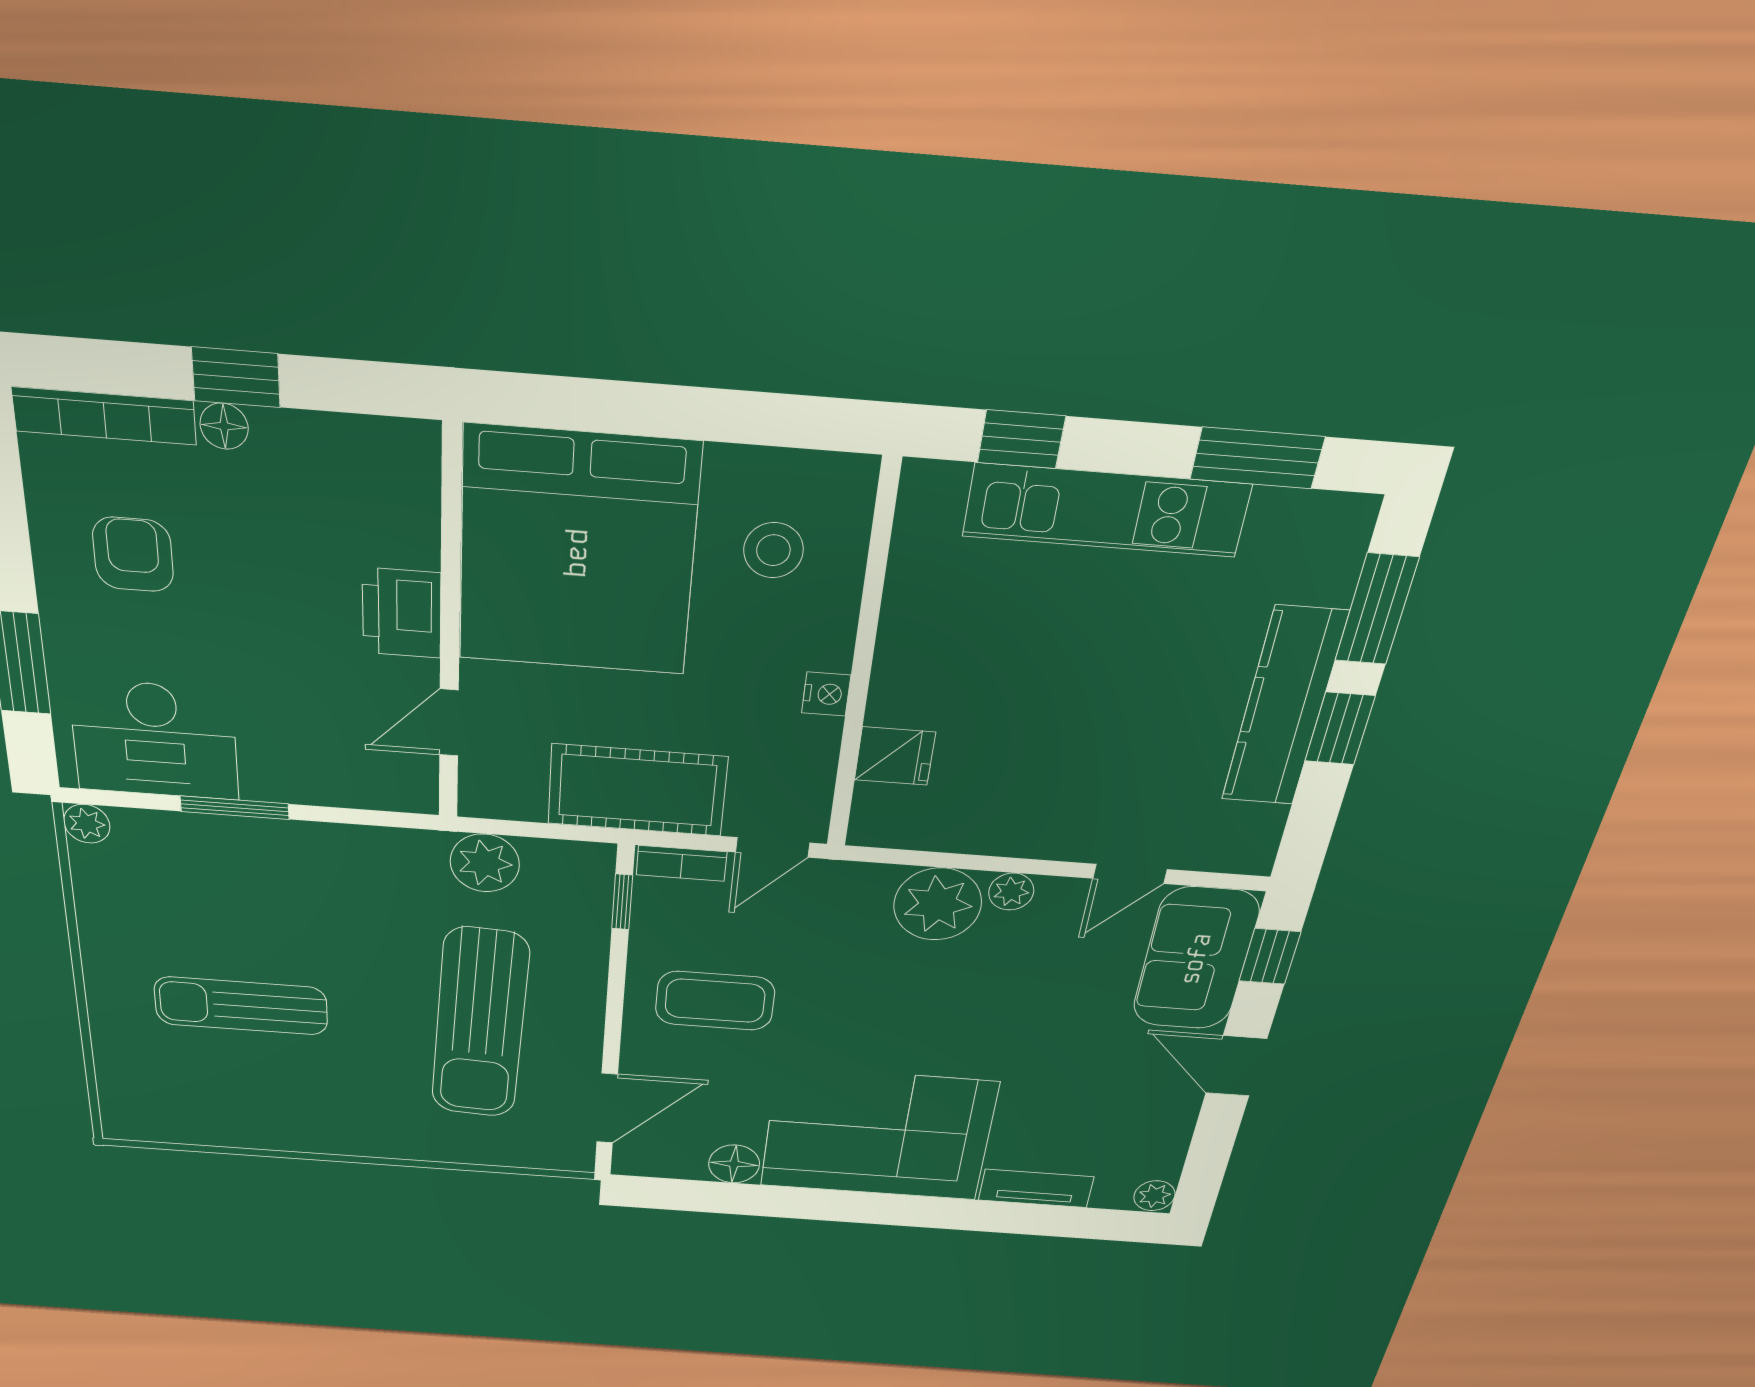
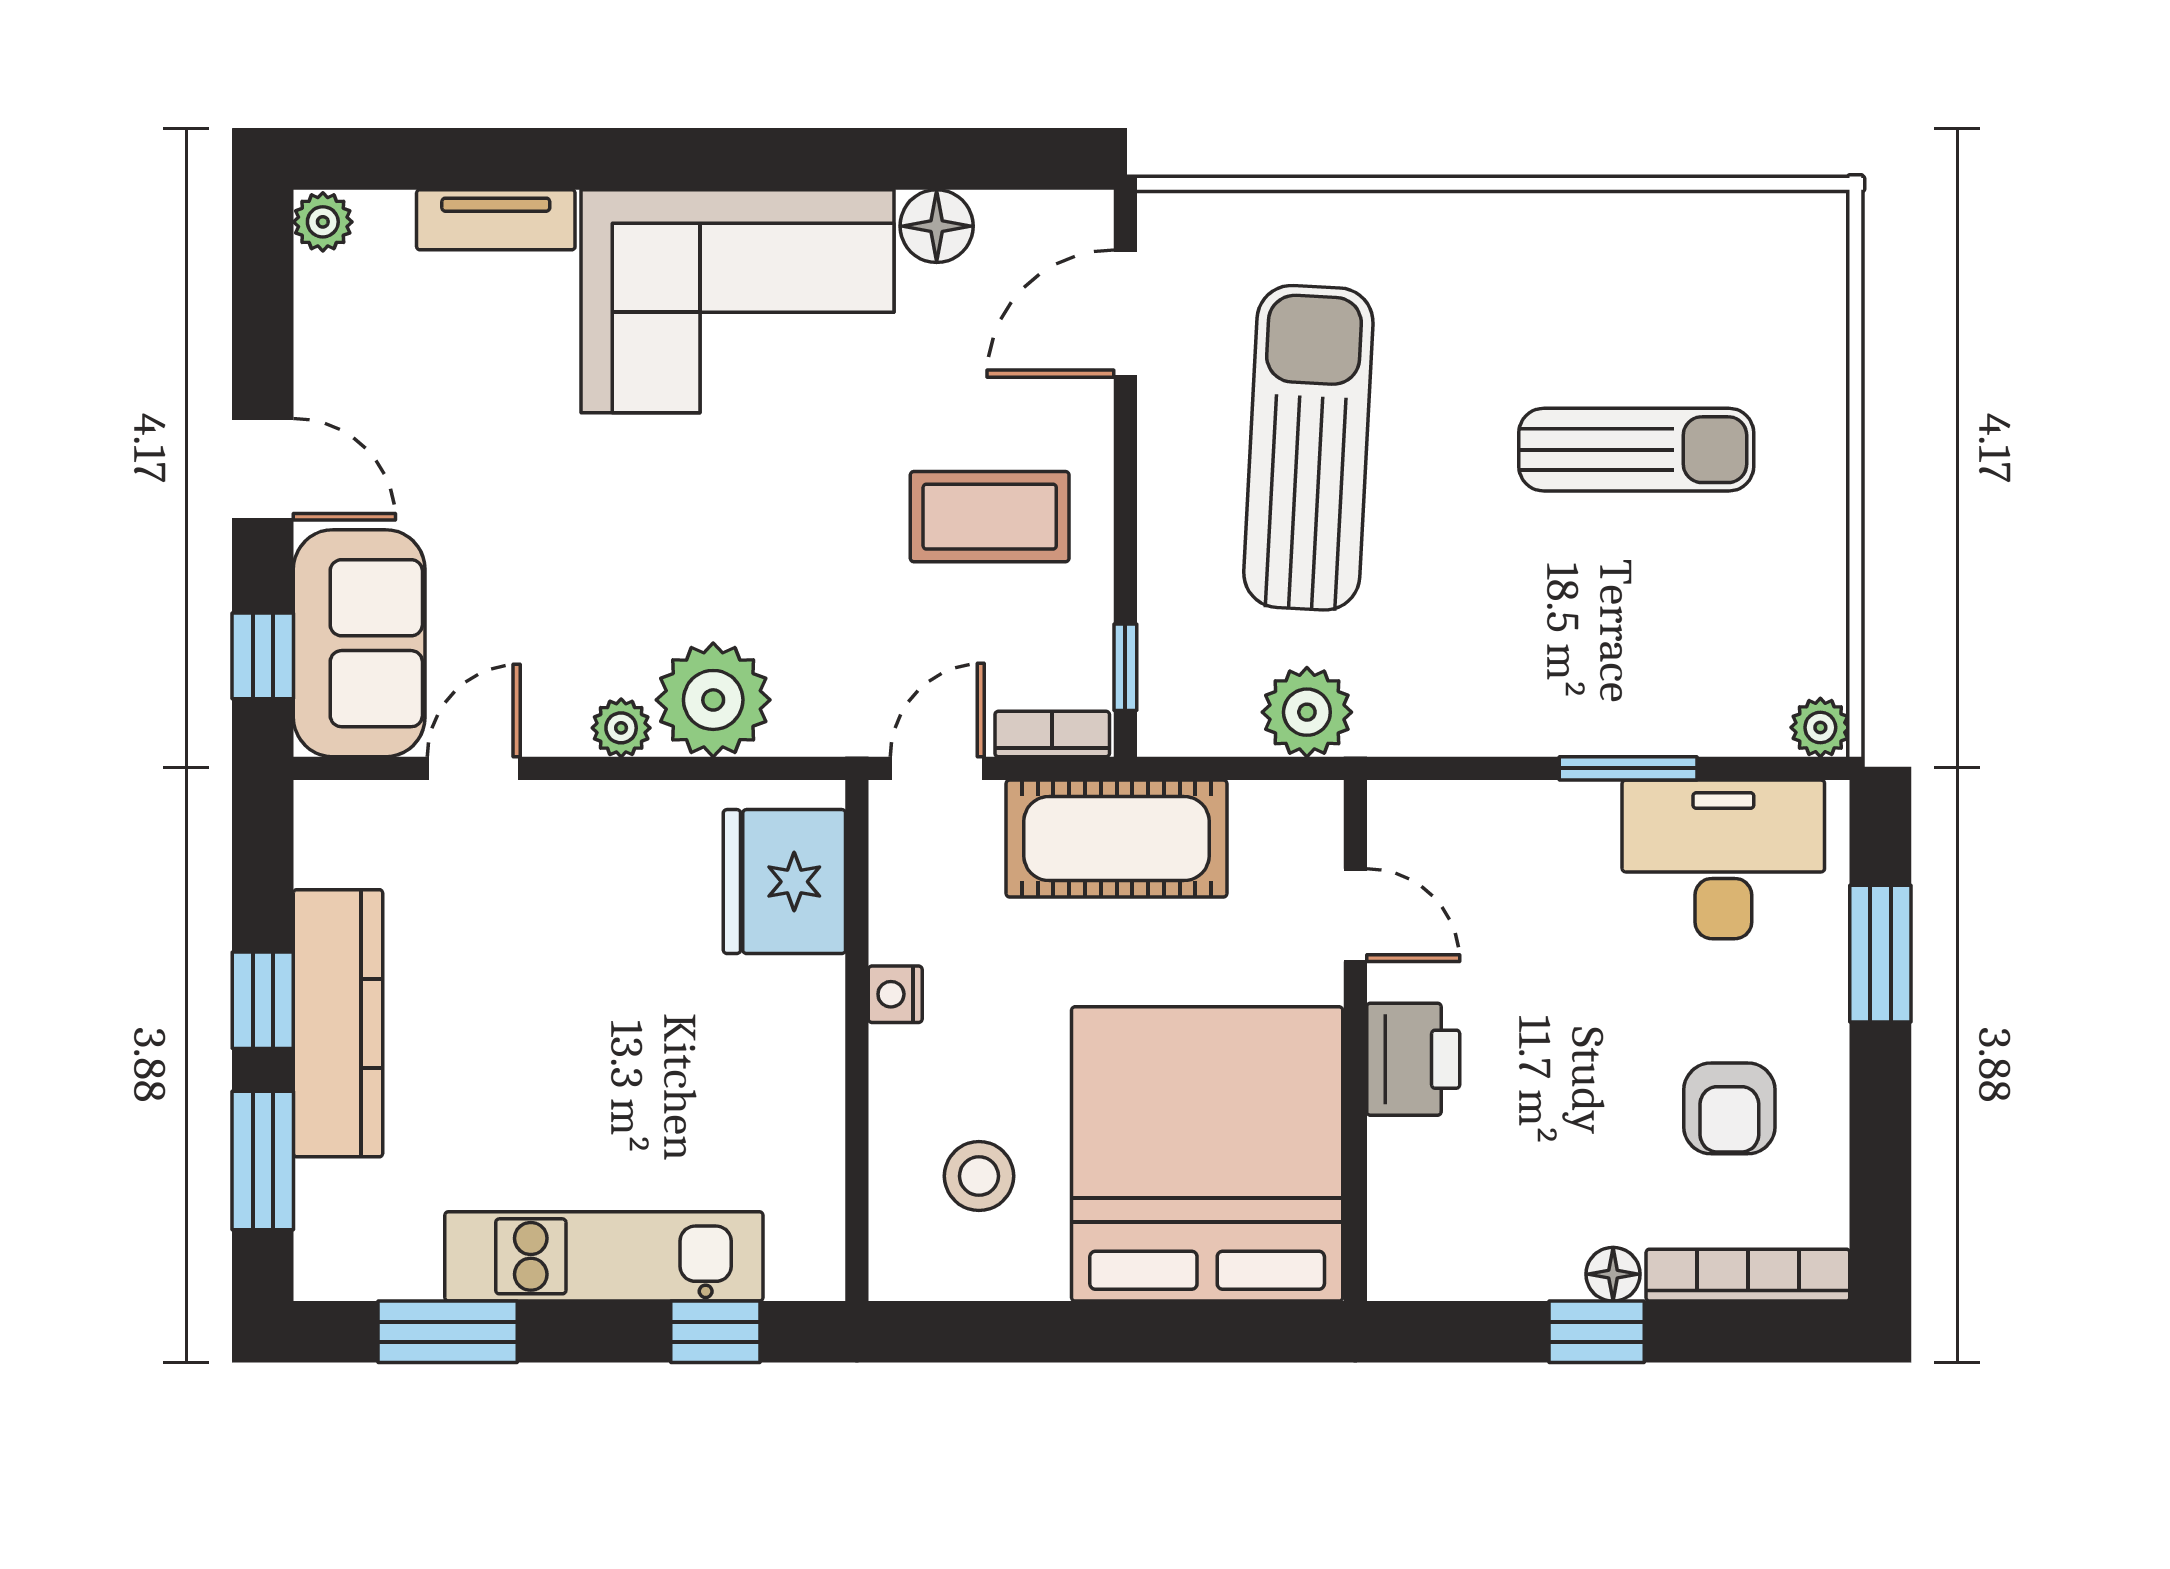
door: (449, 723) -> (1355, 915), hinge flipped
fridge: (895, 756) -> (784, 882), width x1.88, depth x1.34

